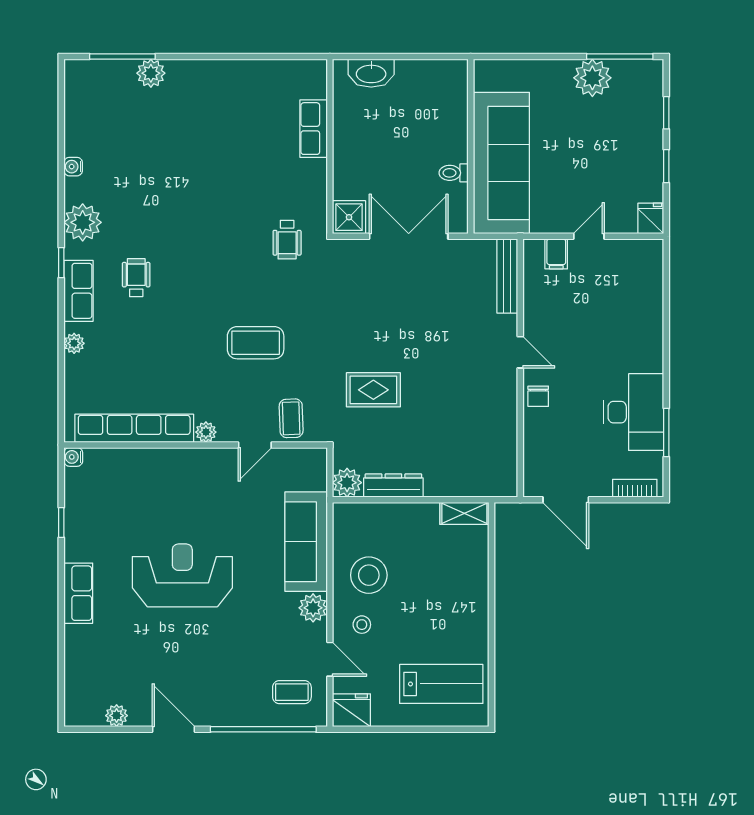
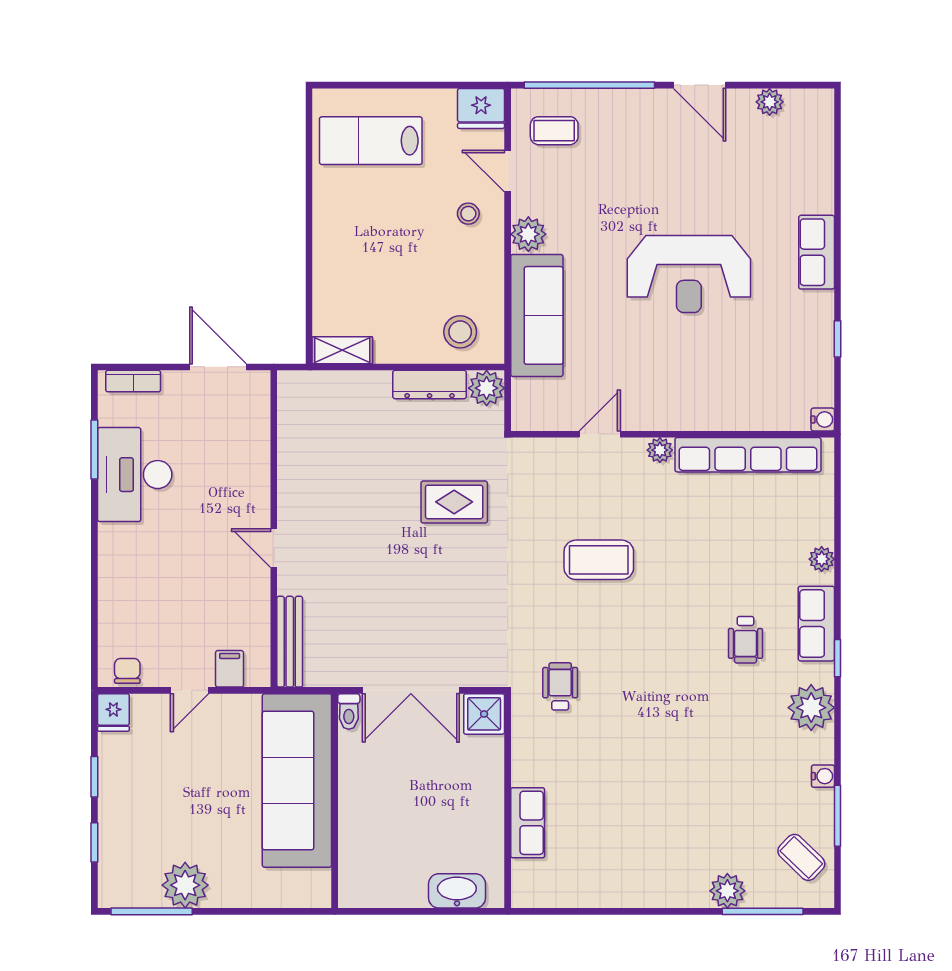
window: (61, 134) -> (837, 816), added
toilet: (454, 173) -> (349, 712), moved, turned 90
chair: (538, 396) -> (127, 671), moved
coffee table: (291, 418) -> (801, 857), moved, turned -44
stool: (369, 575) -> (460, 332), moved, width x0.73, depth x0.73

